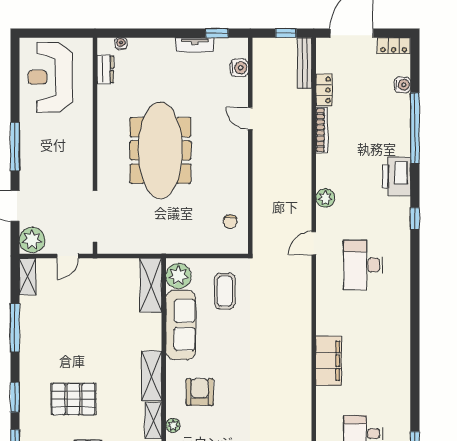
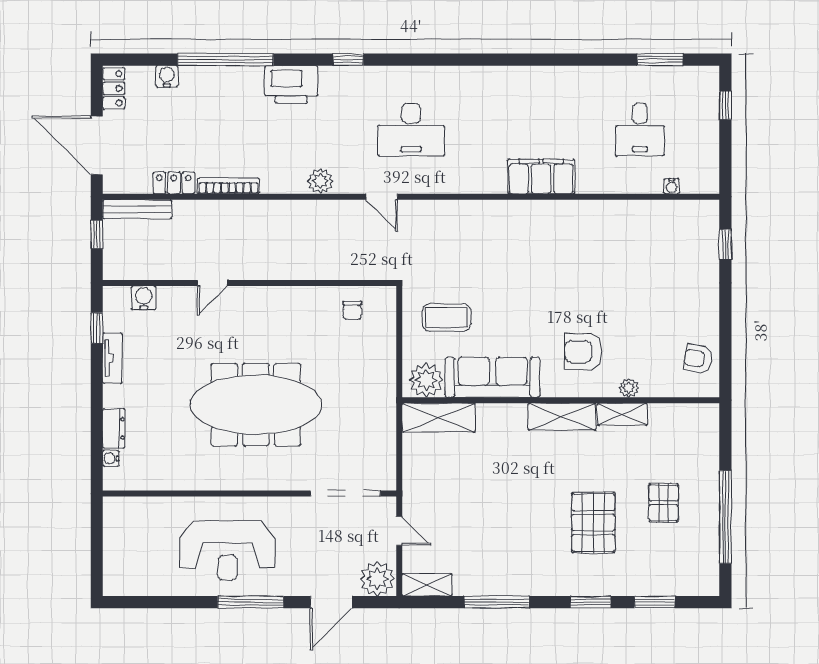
dresser: (105, 69) -> (114, 429), moved, turned 90
reception desk: (50, 77) -> (227, 550), moved
chair: (230, 222) -> (352, 310), turned 90

